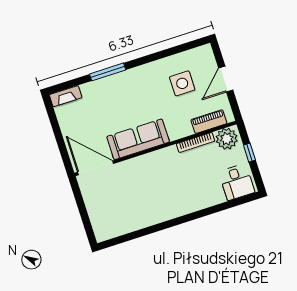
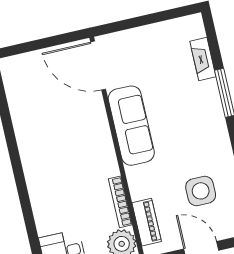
fireplace: (66, 96) -> (203, 59), moved
door: (96, 168) -> (98, 66), swing flipped

